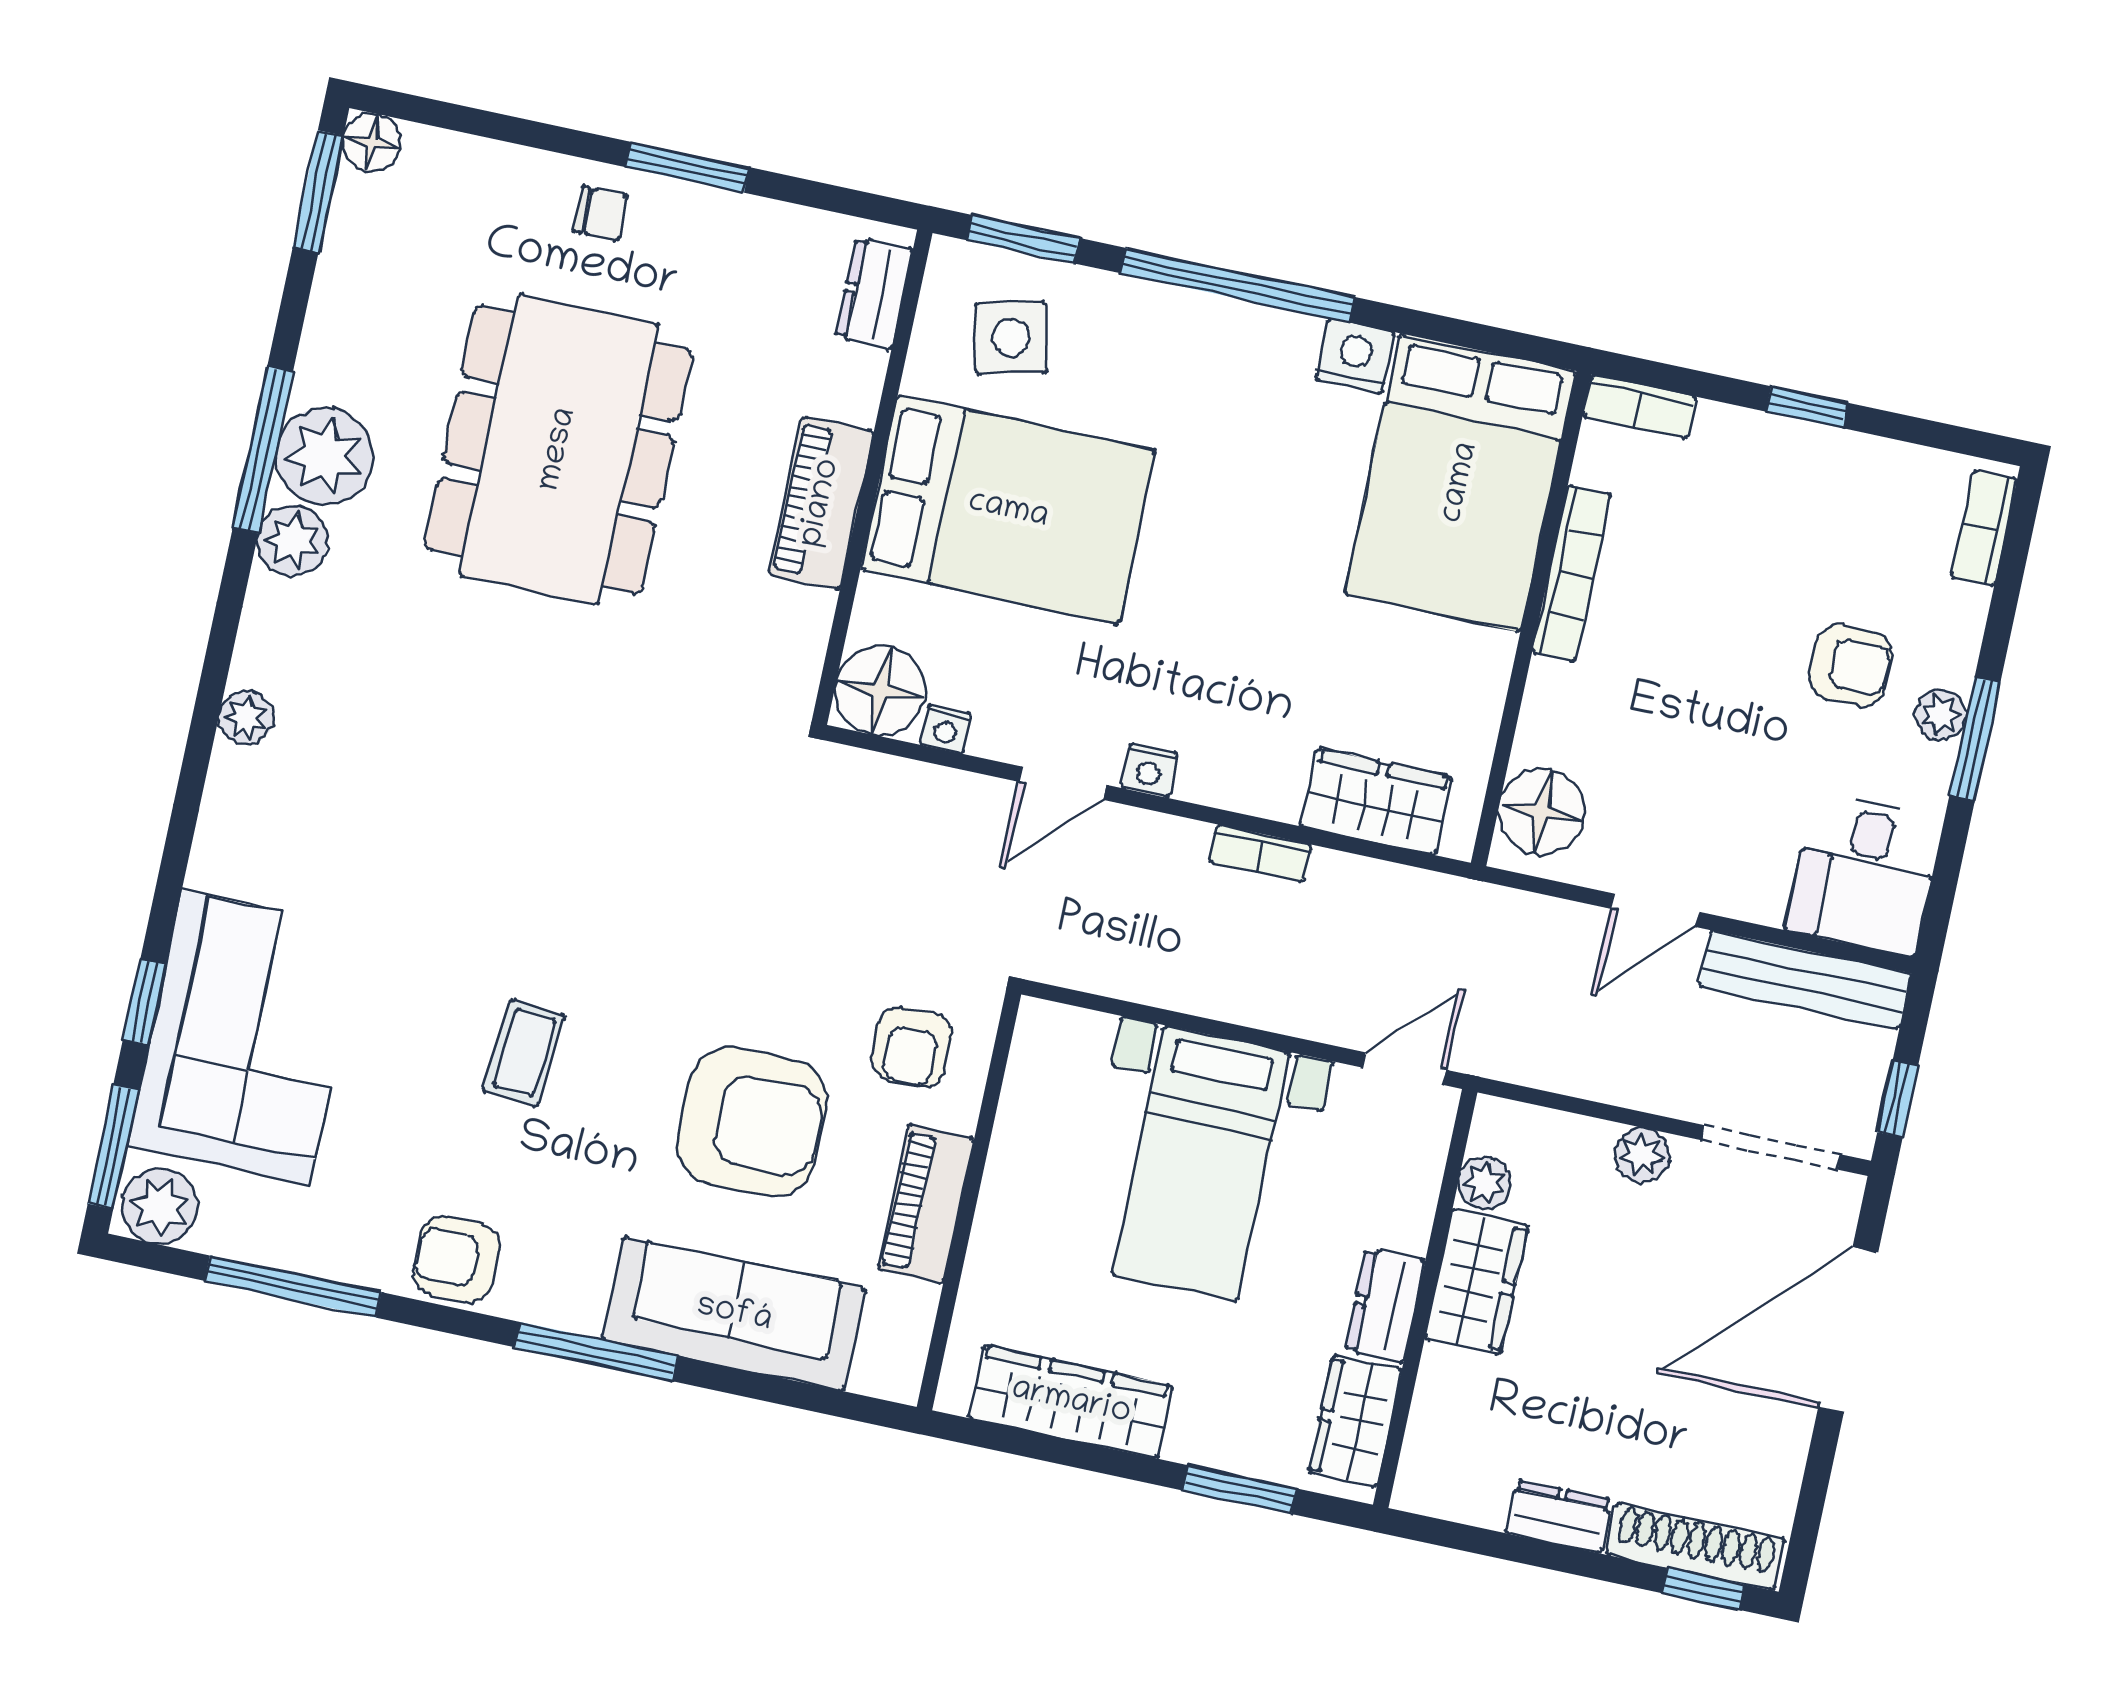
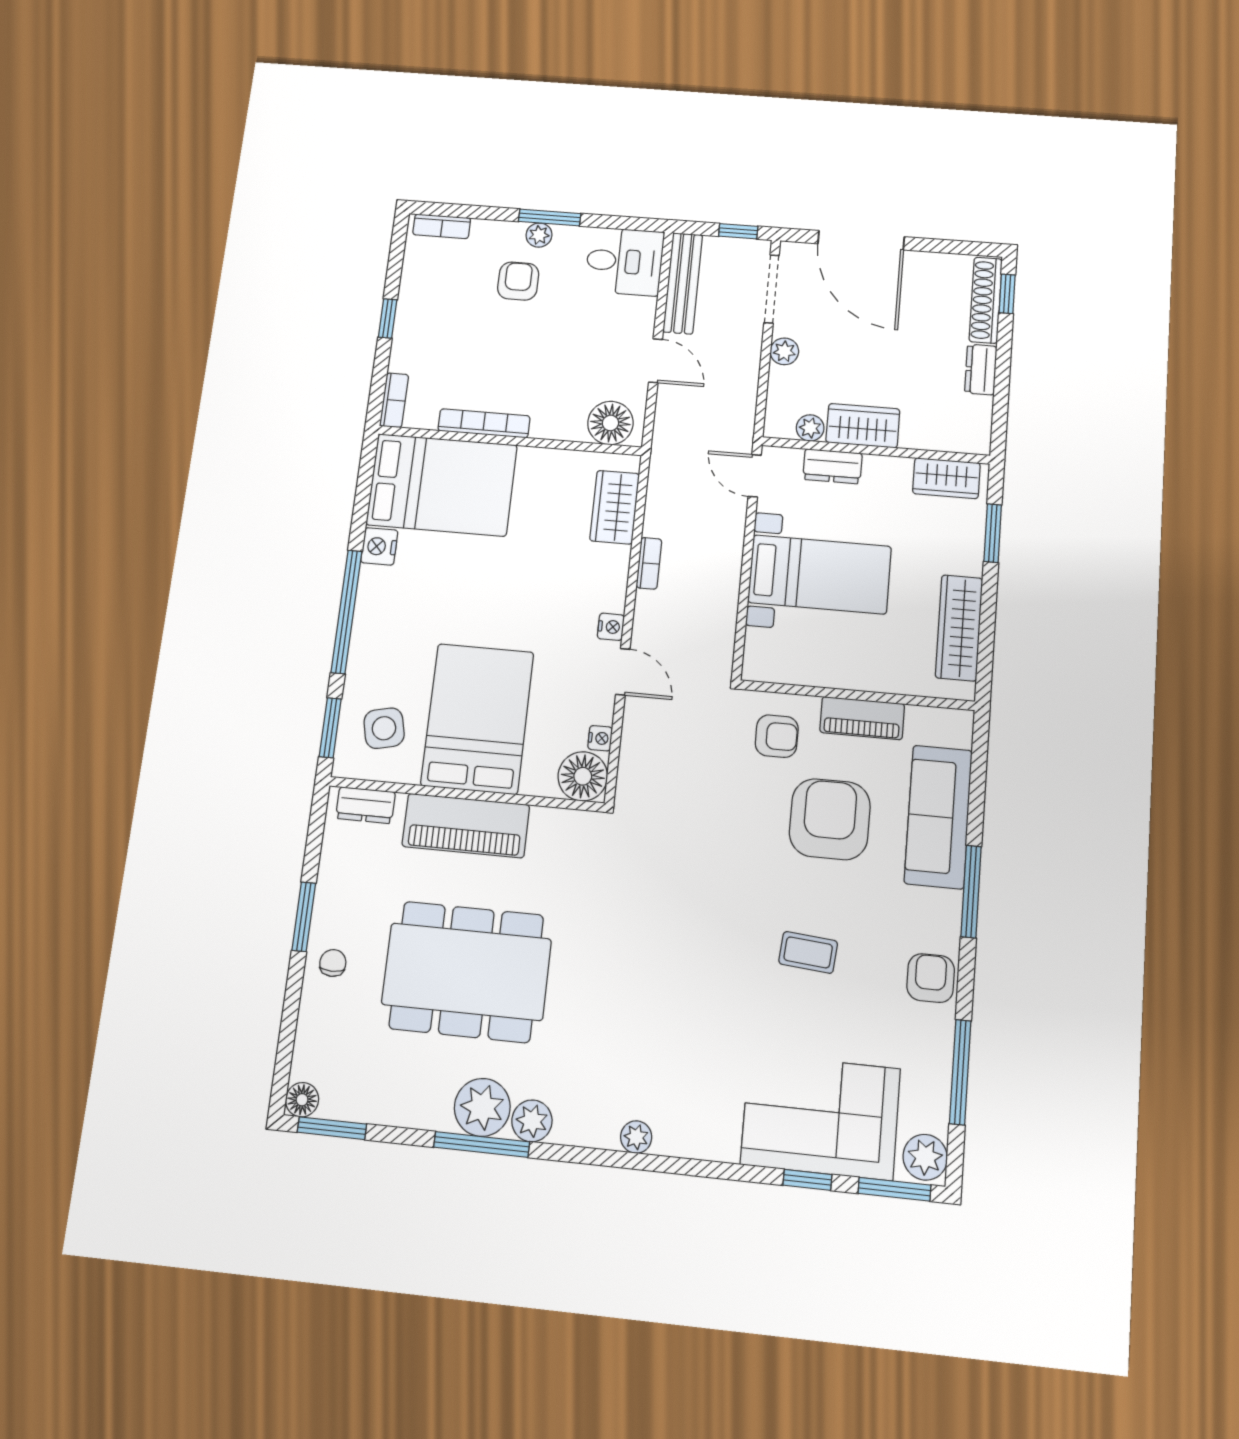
piano: (821, 503) -> (466, 826), width x1.37, depth x1.33
armchair: (456, 1259) -> (931, 978), turned 180
dresser: (1385, 1306) -> (832, 466), moved

